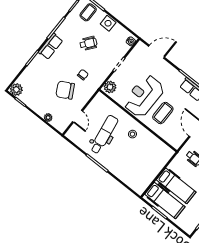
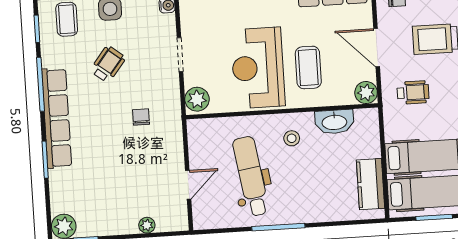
row of seats: (51, 46) -> (57, 118), width x2.02
chair: (65, 90) -> (136, 163), removed
door: (78, 116) -> (188, 185), hinge flipped
washbasin: (154, 142) -> (334, 122), added
plant: (176, 142) -> (366, 93), added
kitchen counter: (147, 178) -> (371, 184), added

